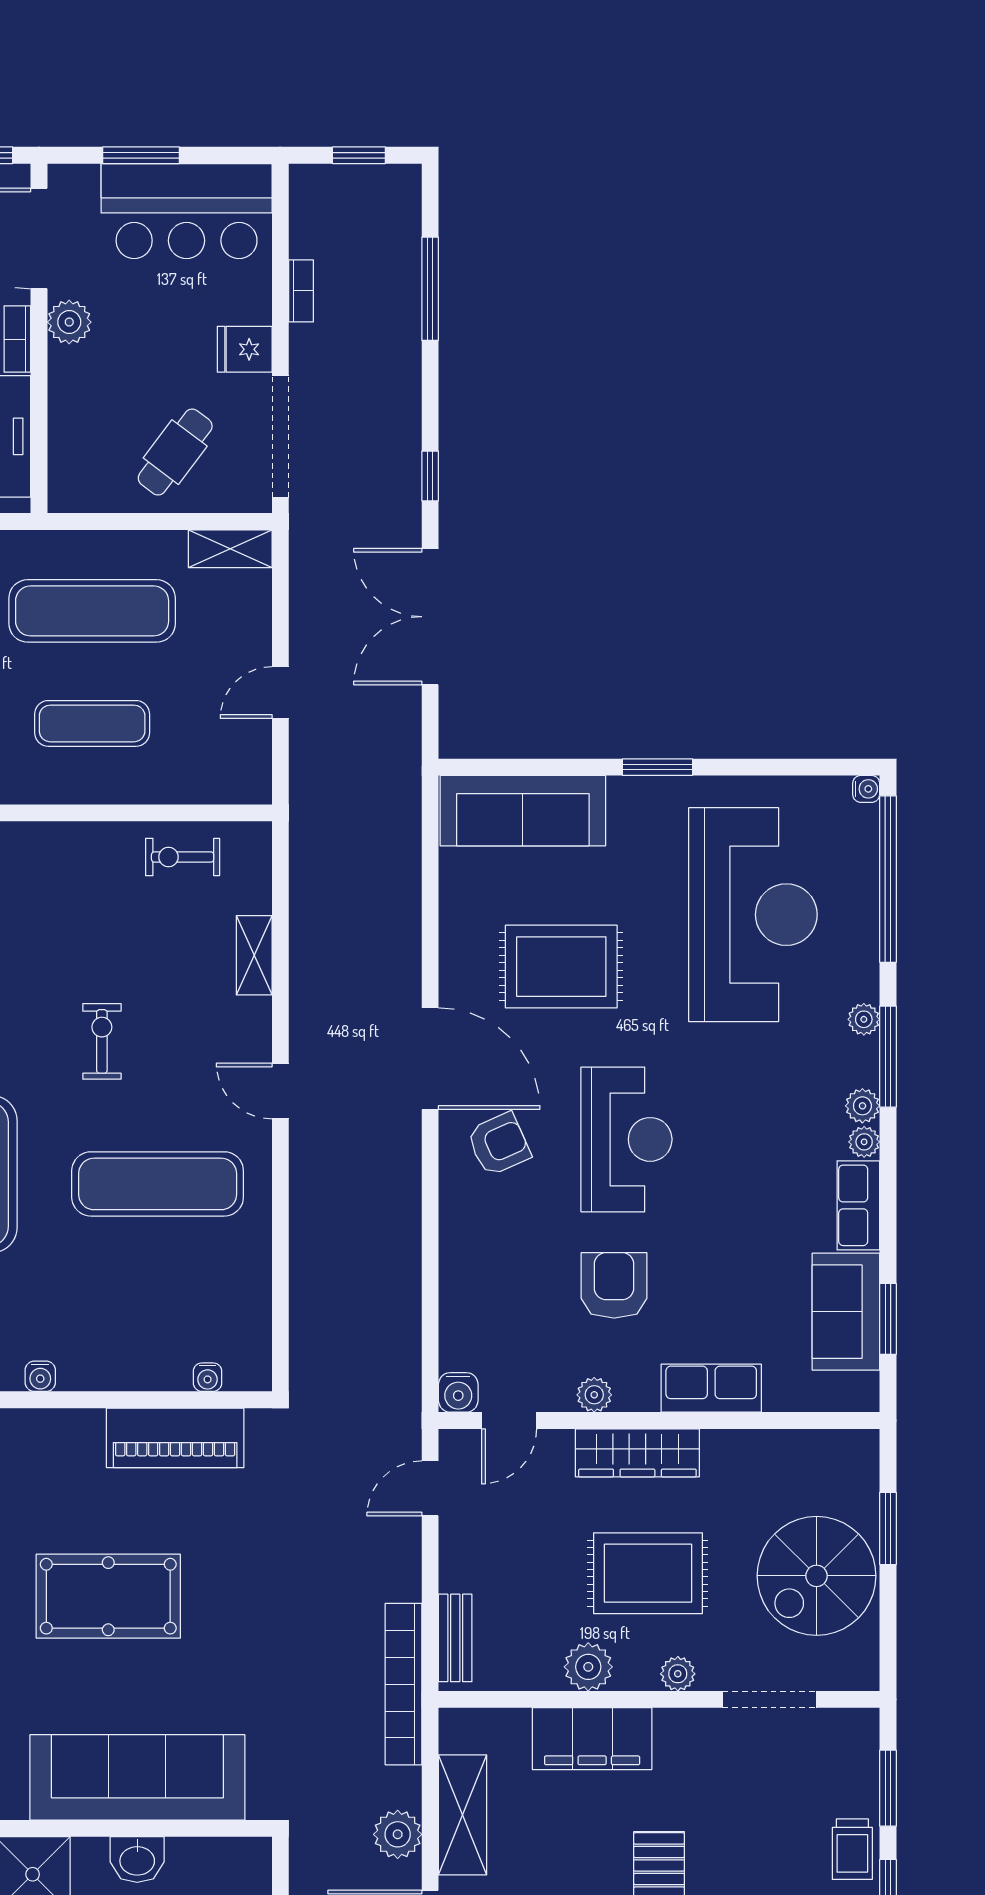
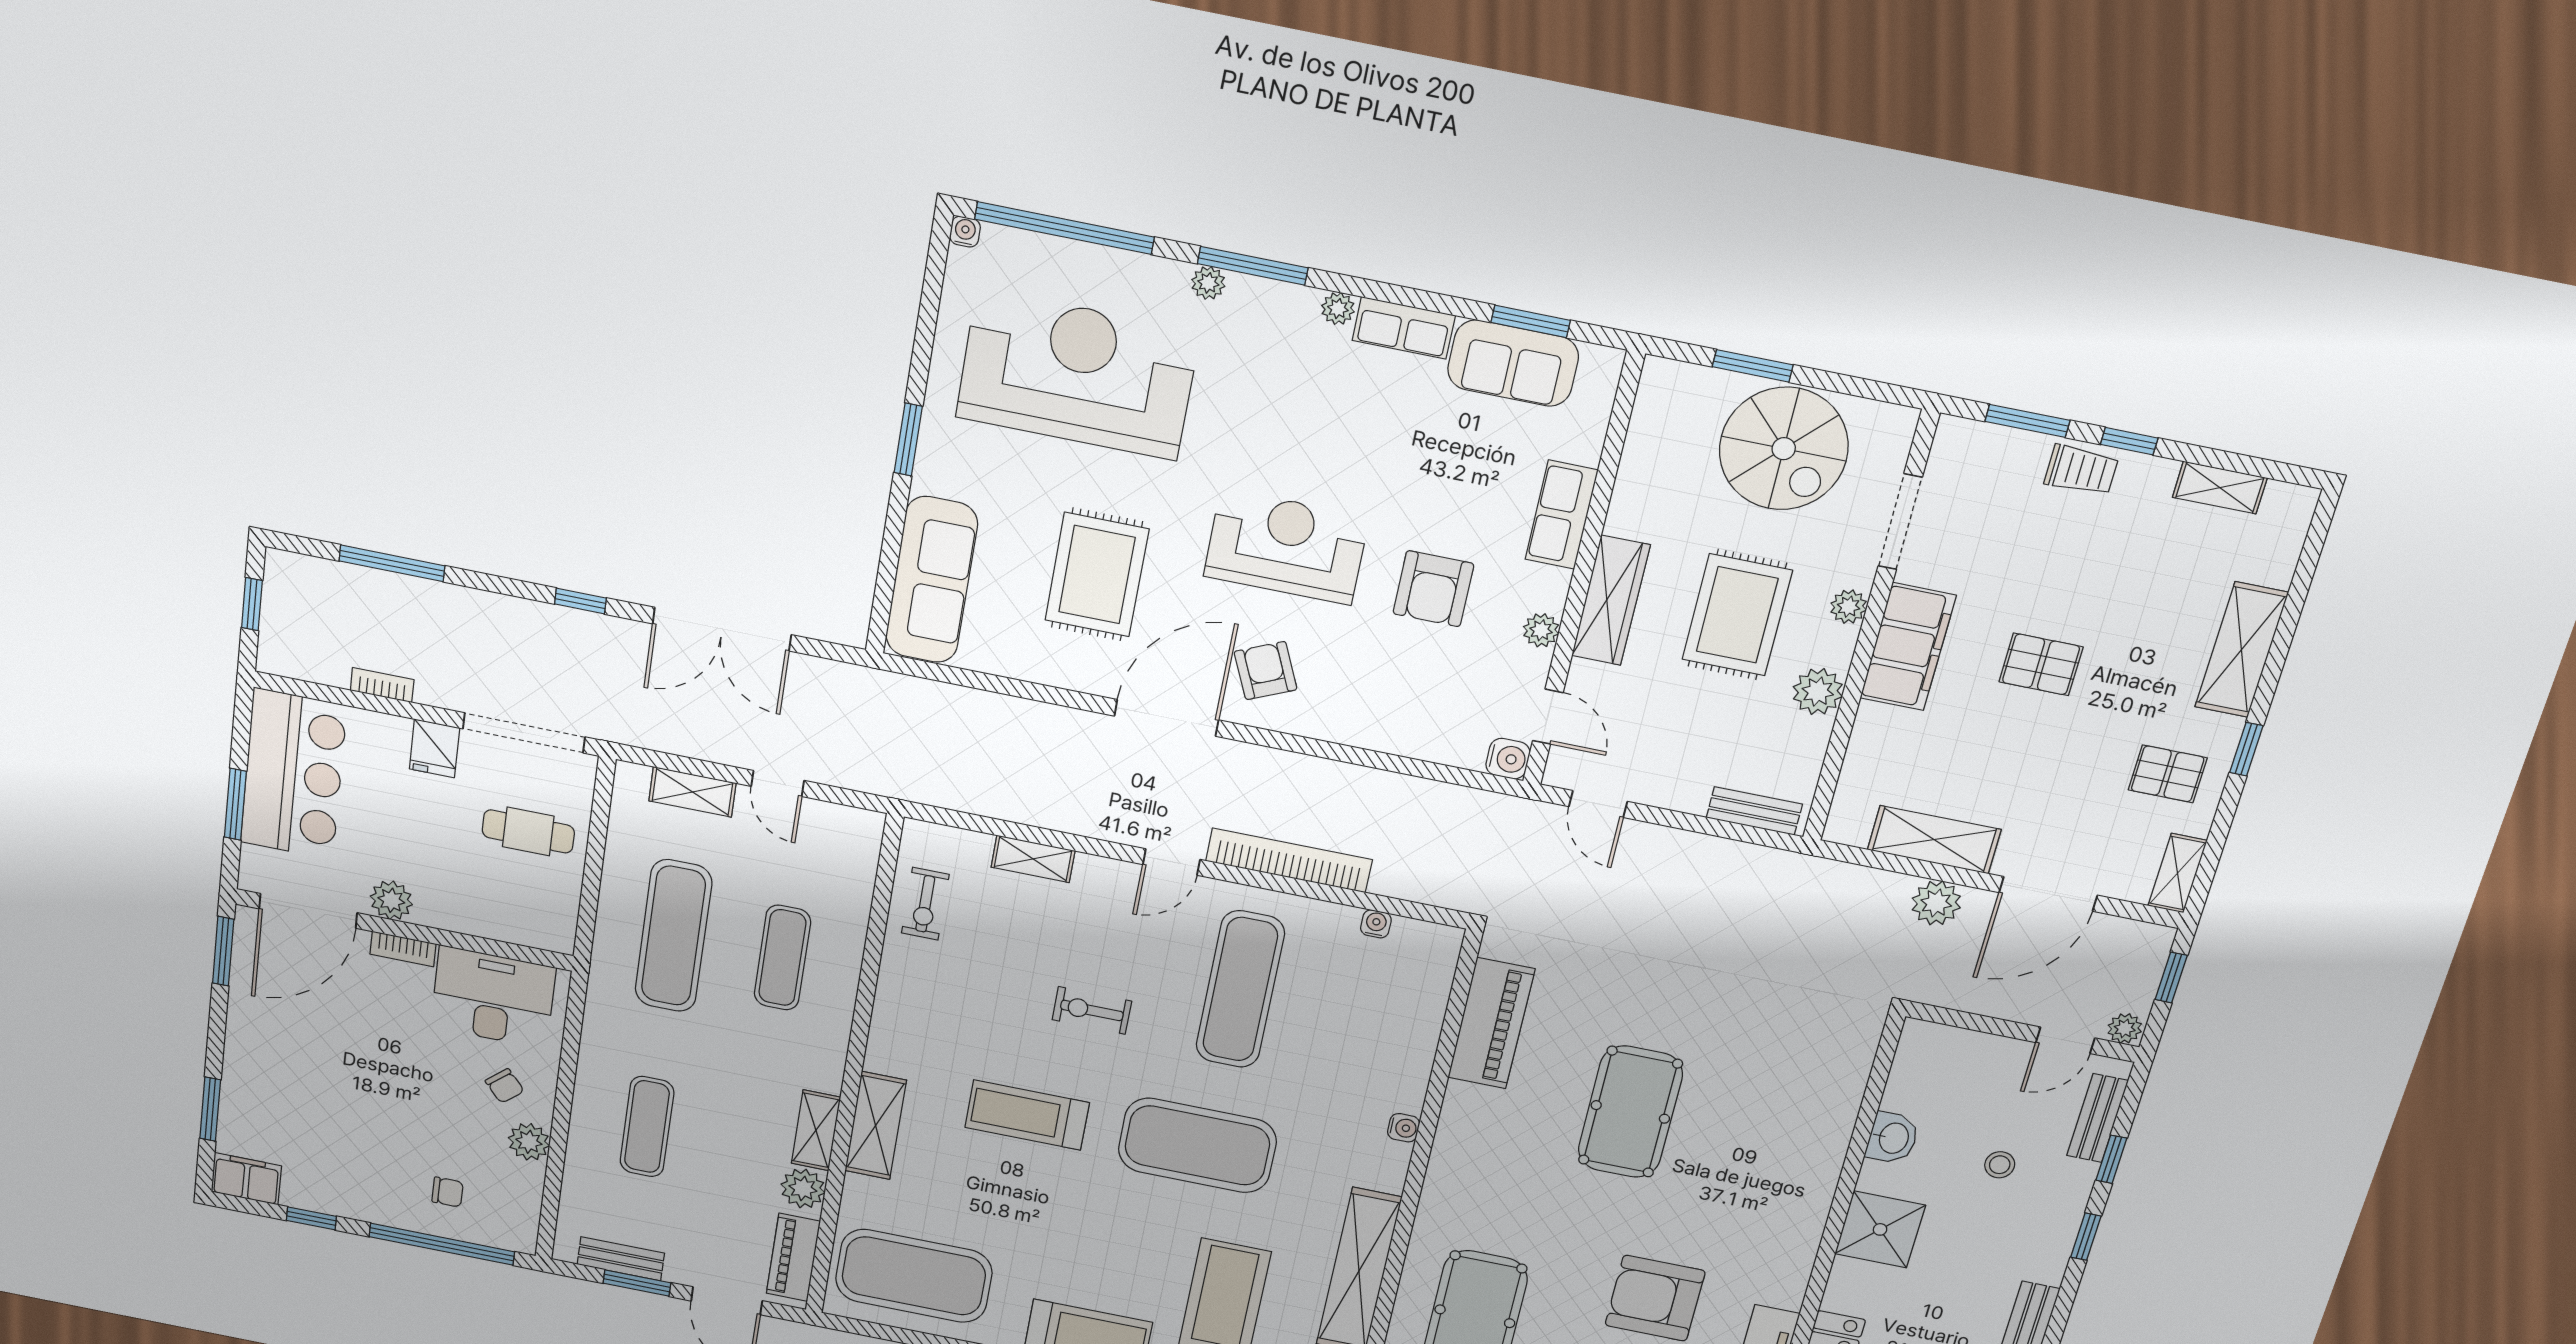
cafe table: (175, 452) -> (528, 831), turned -37
shelving: (230, 549) -> (692, 792), moved, turned 90
plant: (862, 1106) -> (1299, 303), removed
armchair: (614, 1285) -> (1433, 589), turned -90
water cooler: (208, 1377) -> (1376, 924), moved, turned -90
bookcase: (404, 1684) -> (1289, 860), moved, turned 180
filing cabinet: (592, 1739) -> (1908, 647), moved
sofa: (137, 1777) -> (1813, 1122), removed

